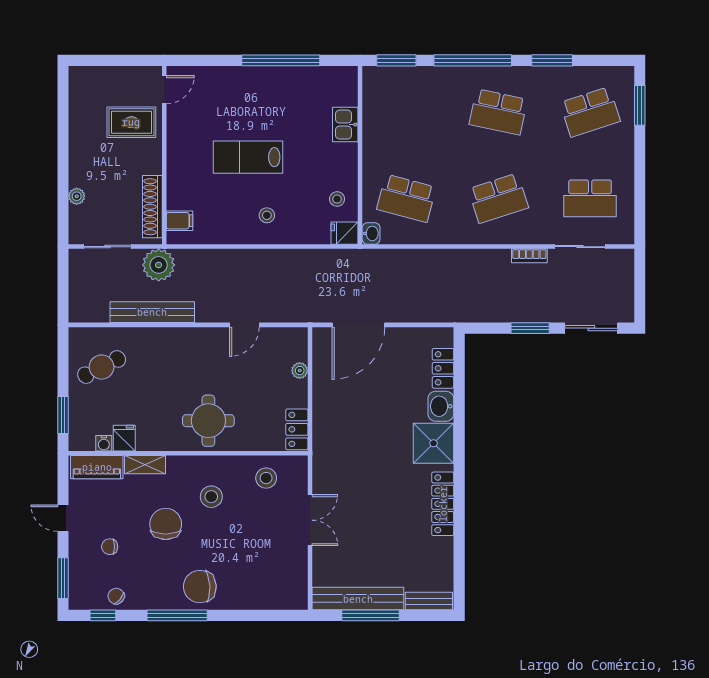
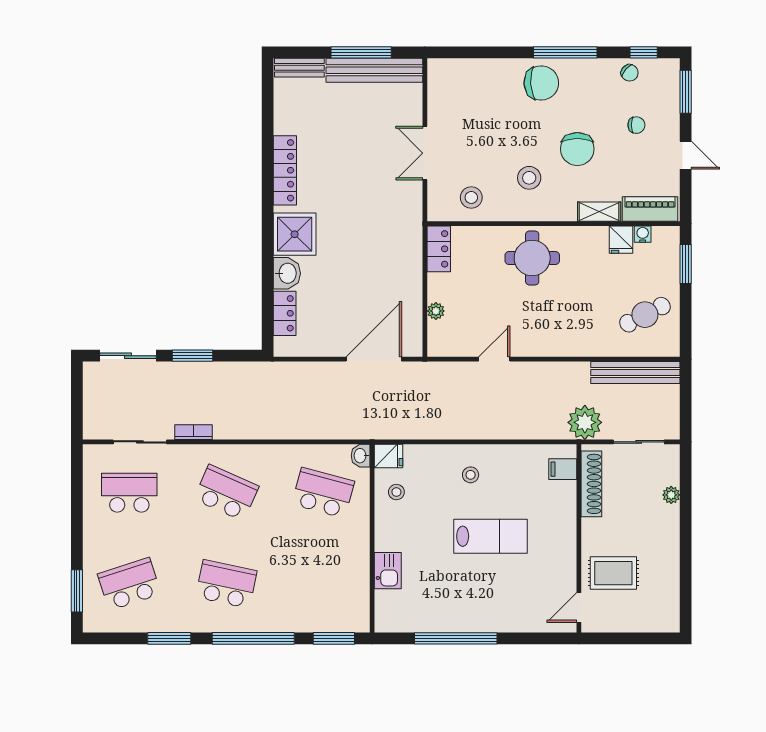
school desk: (498, 198) -> (226, 493), turned 42
bench: (152, 312) -> (635, 373), moved

